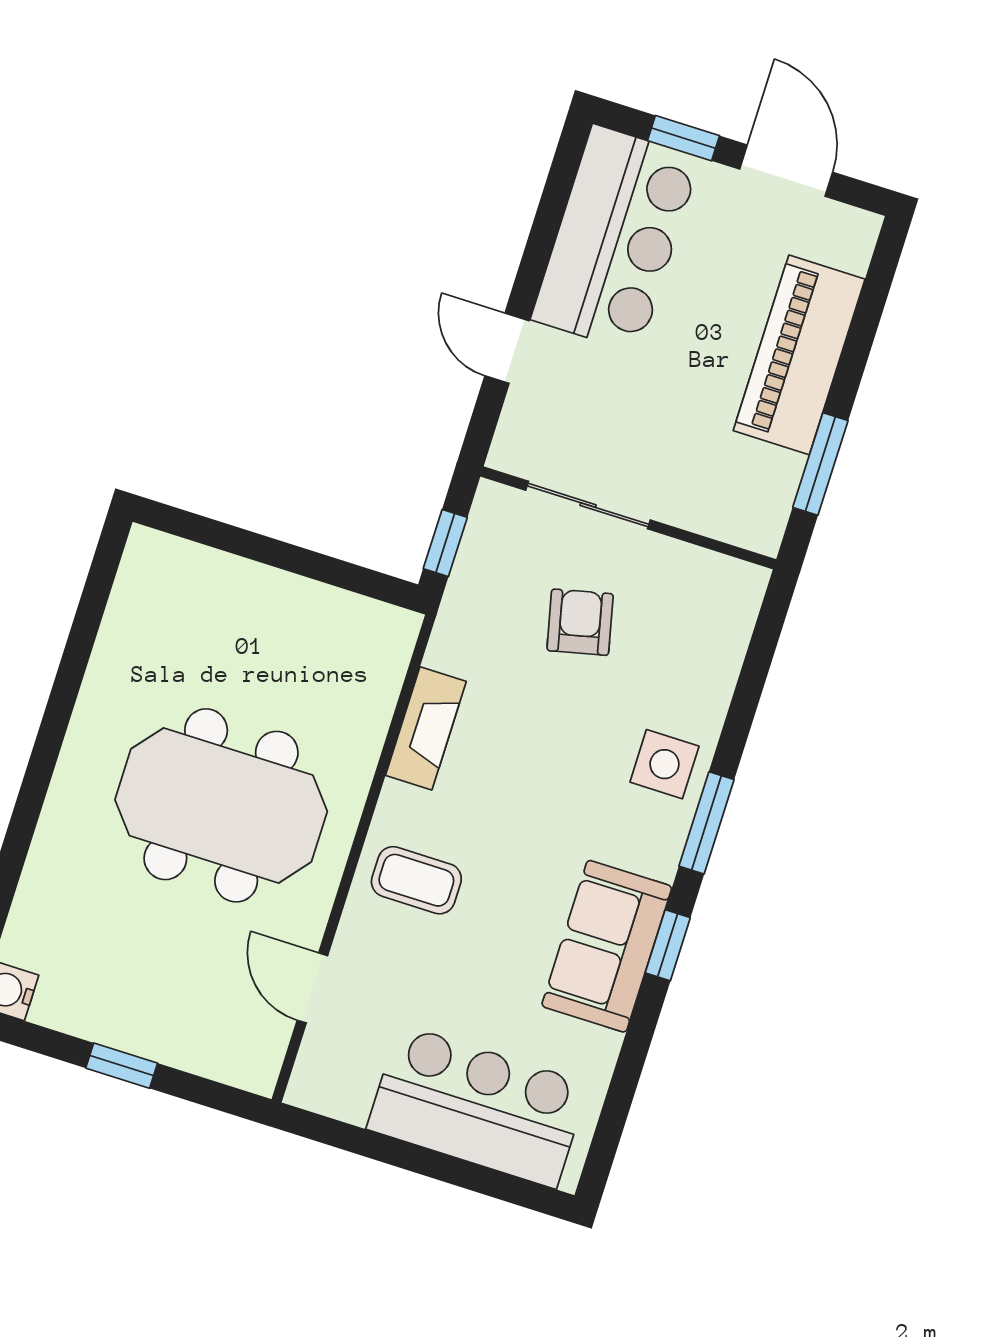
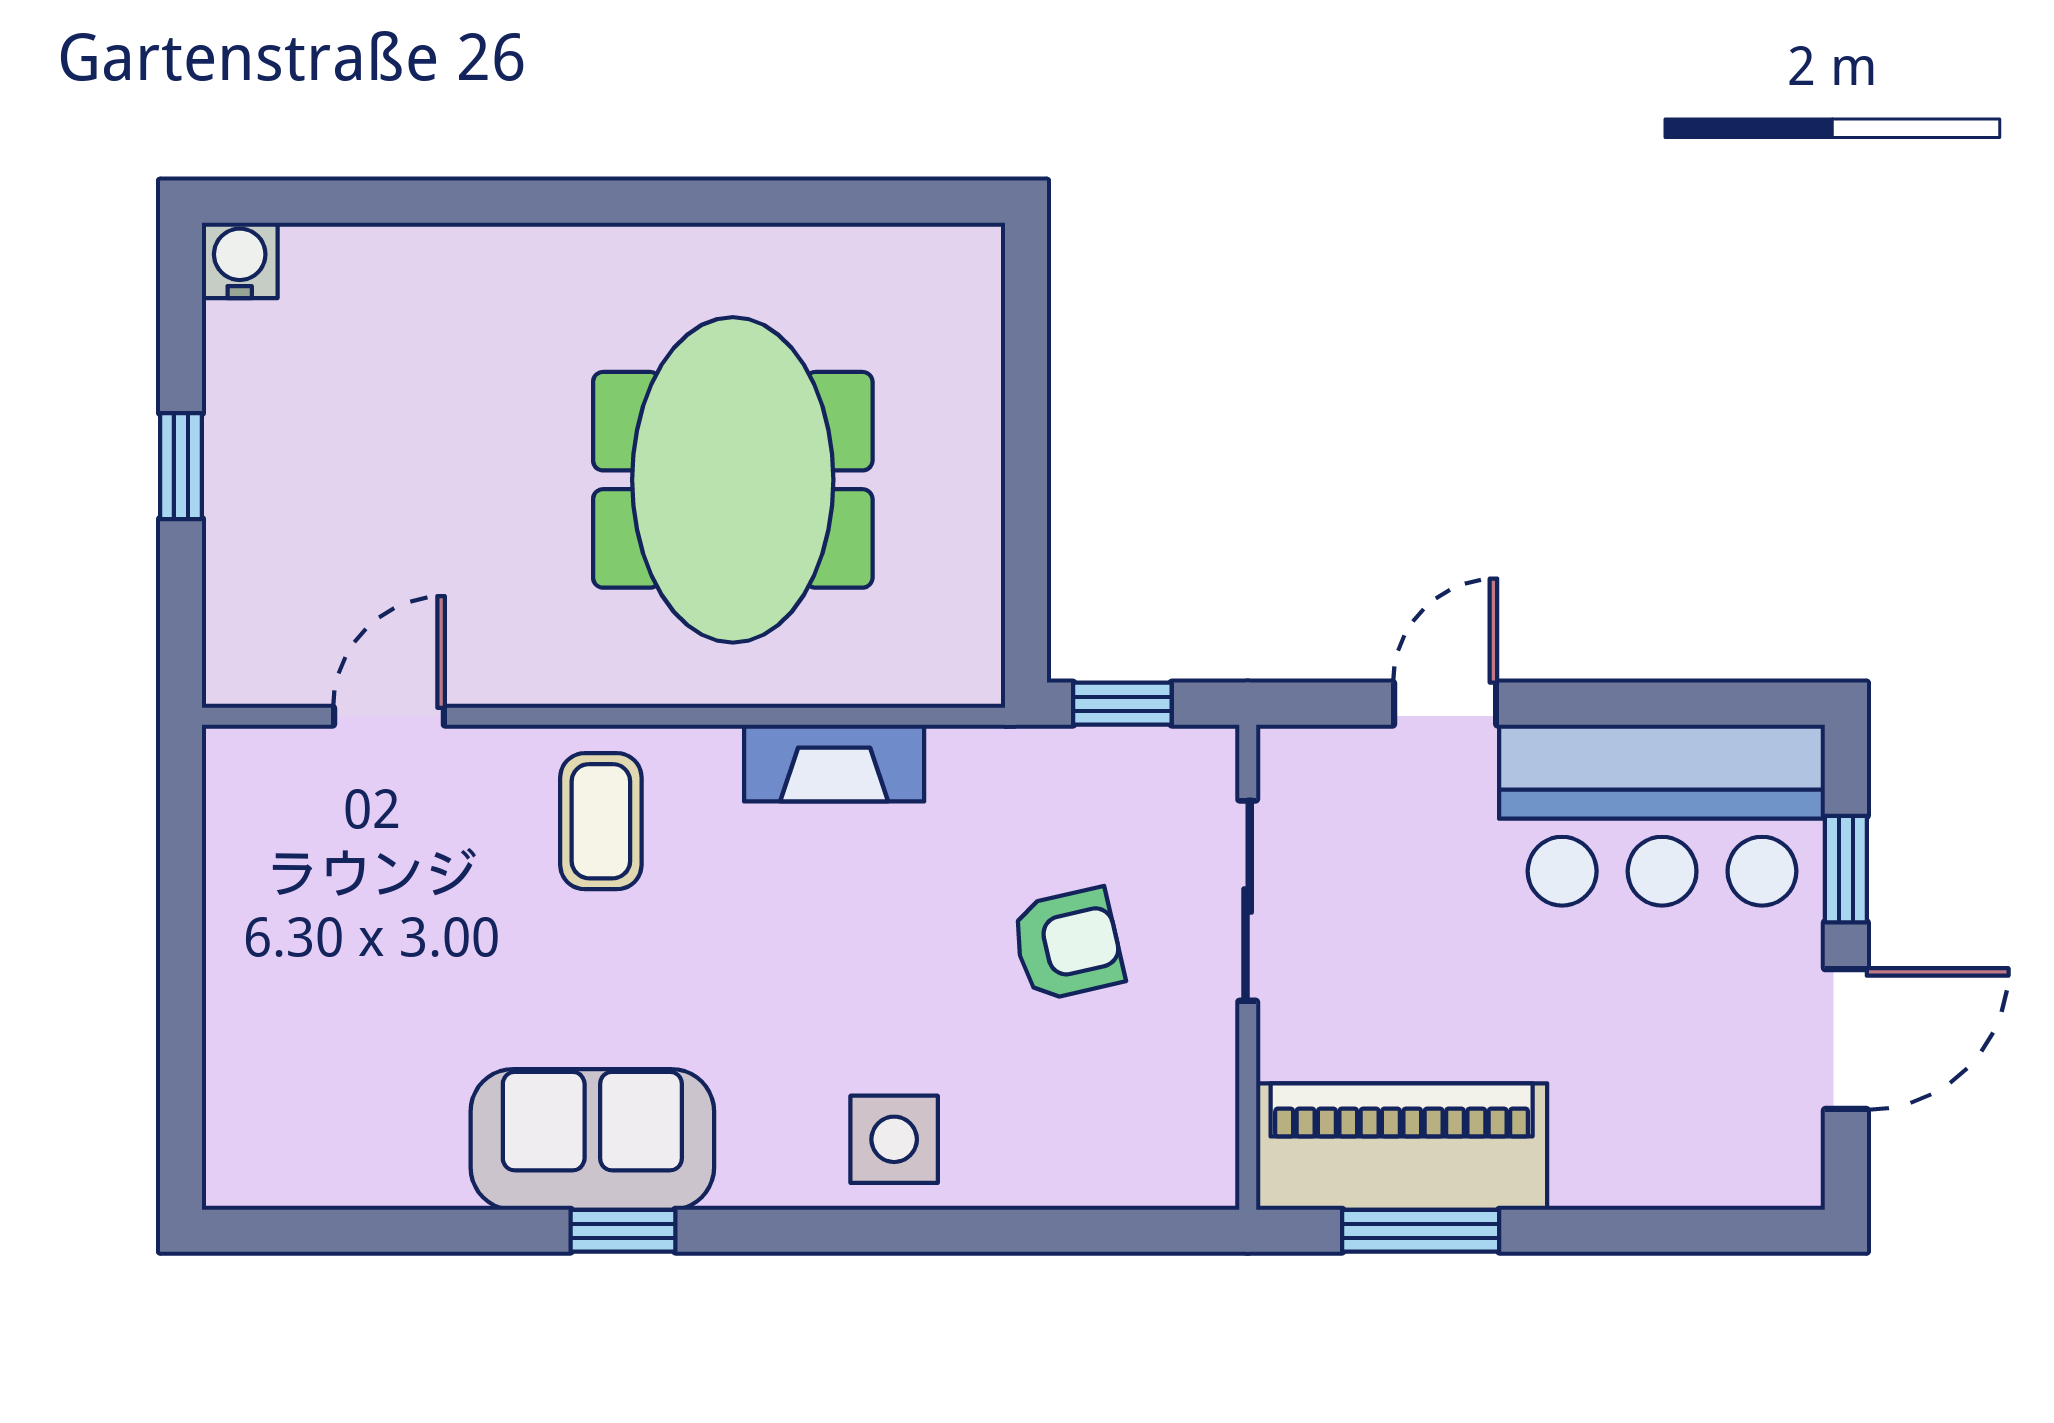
piano: (799, 355) -> (1402, 1147), moved
meeting table: (221, 805) -> (733, 480), moved
window: (707, 823) -> (826, 1231), removed
bar counter: (478, 1106) -> (290, 1022), removed

